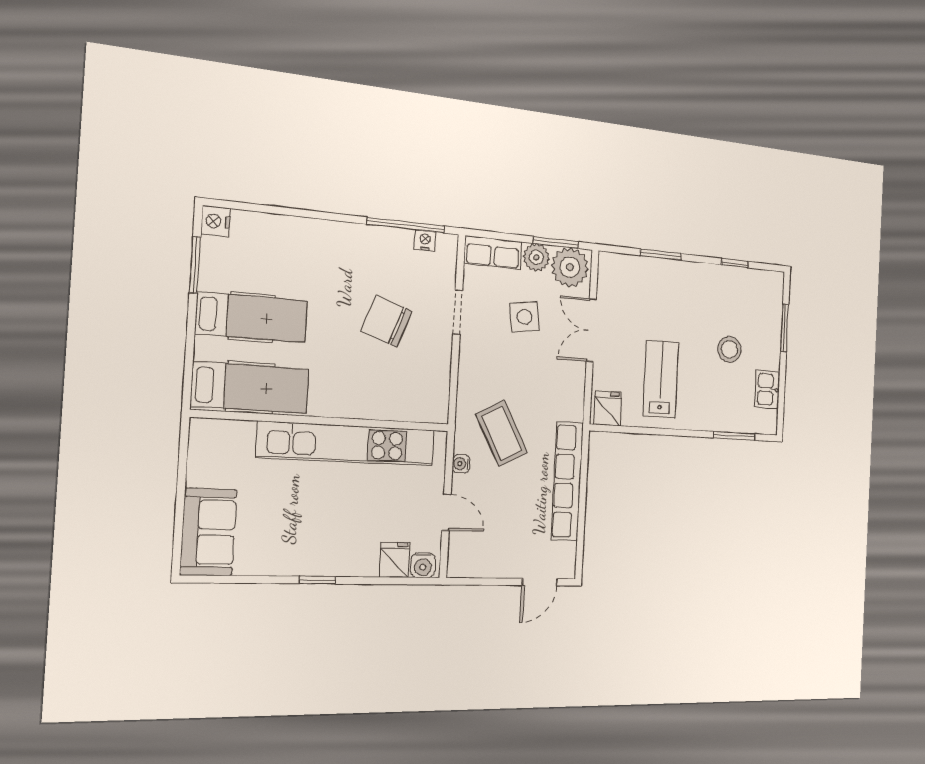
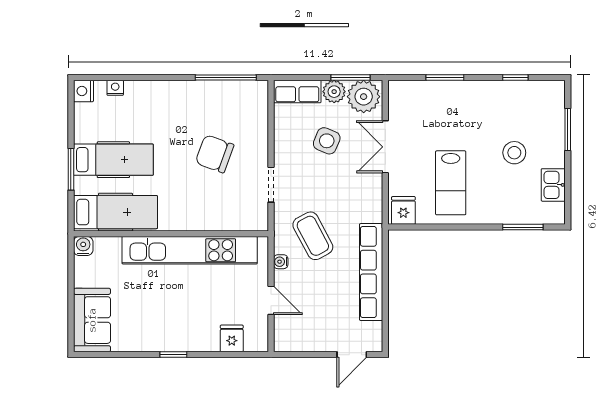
nightstand: (425, 240) -> (115, 88), moved
window: (195, 265) -> (71, 169), moved
doorway: (458, 312) -> (271, 185), moved
side table: (524, 317) -> (327, 141), turned 31
lab bench: (661, 379) -> (451, 183), turned 180
water cooler: (423, 565) -> (83, 246), moved, turned 180

